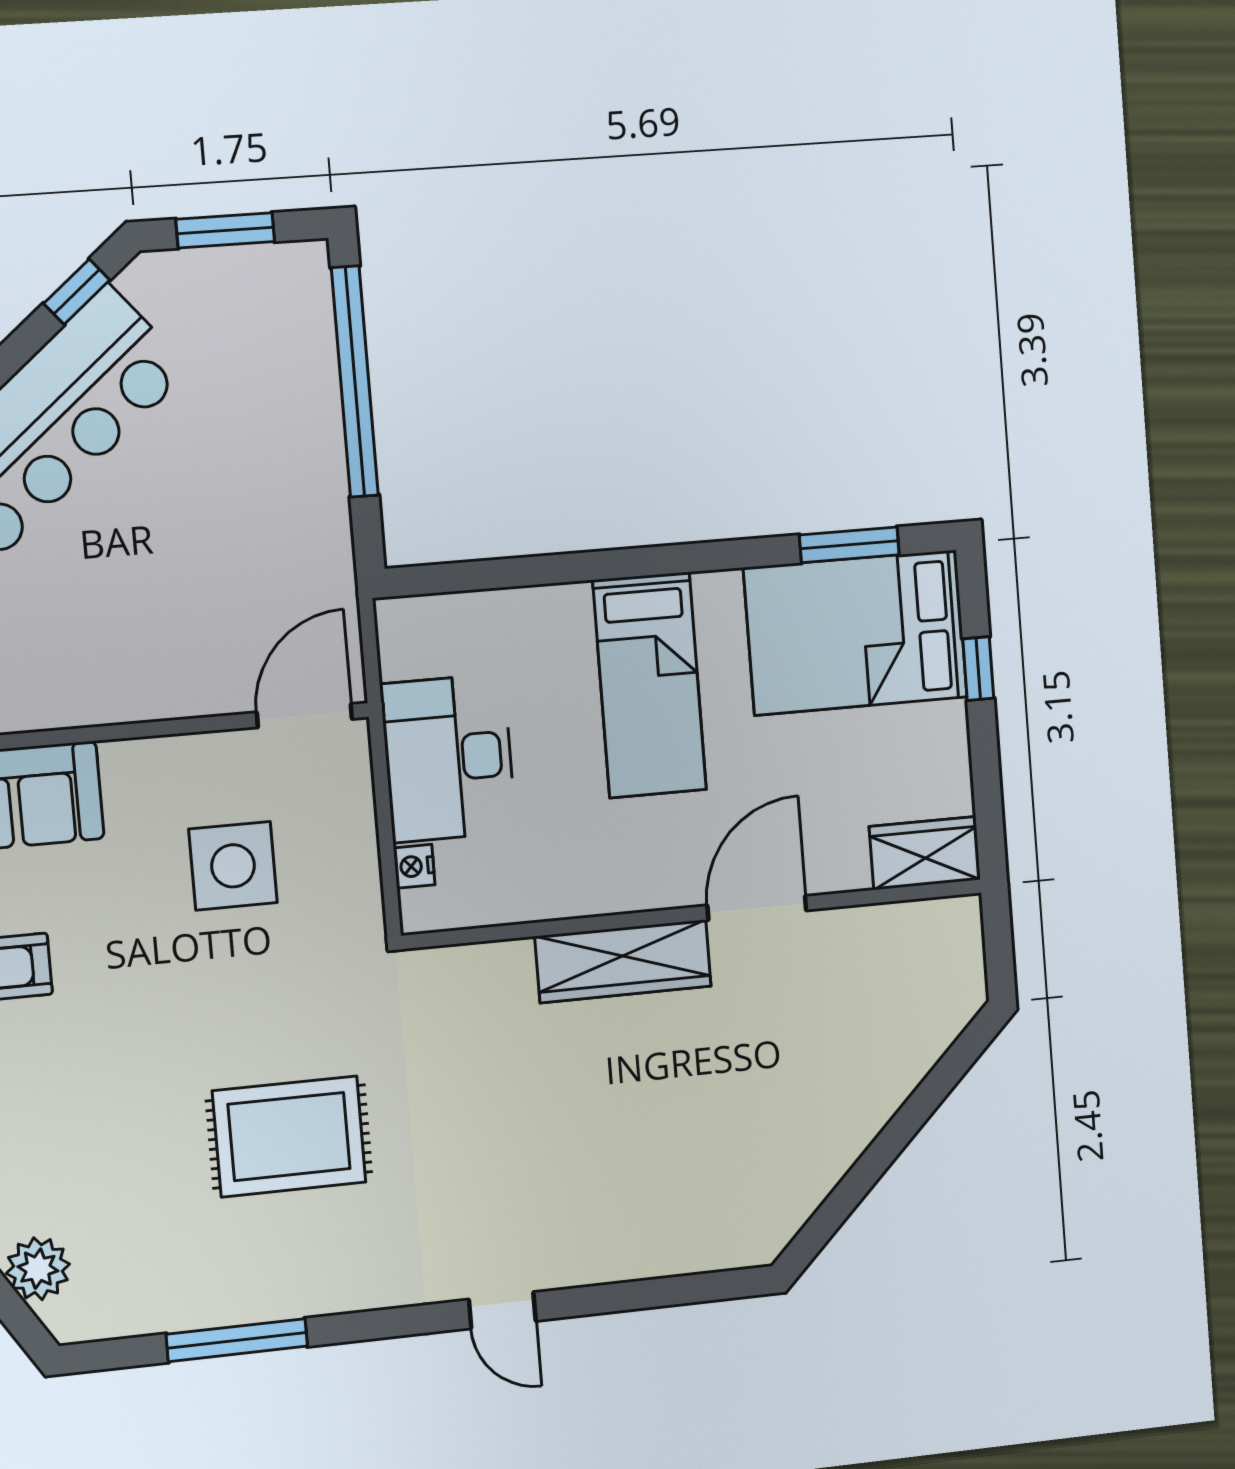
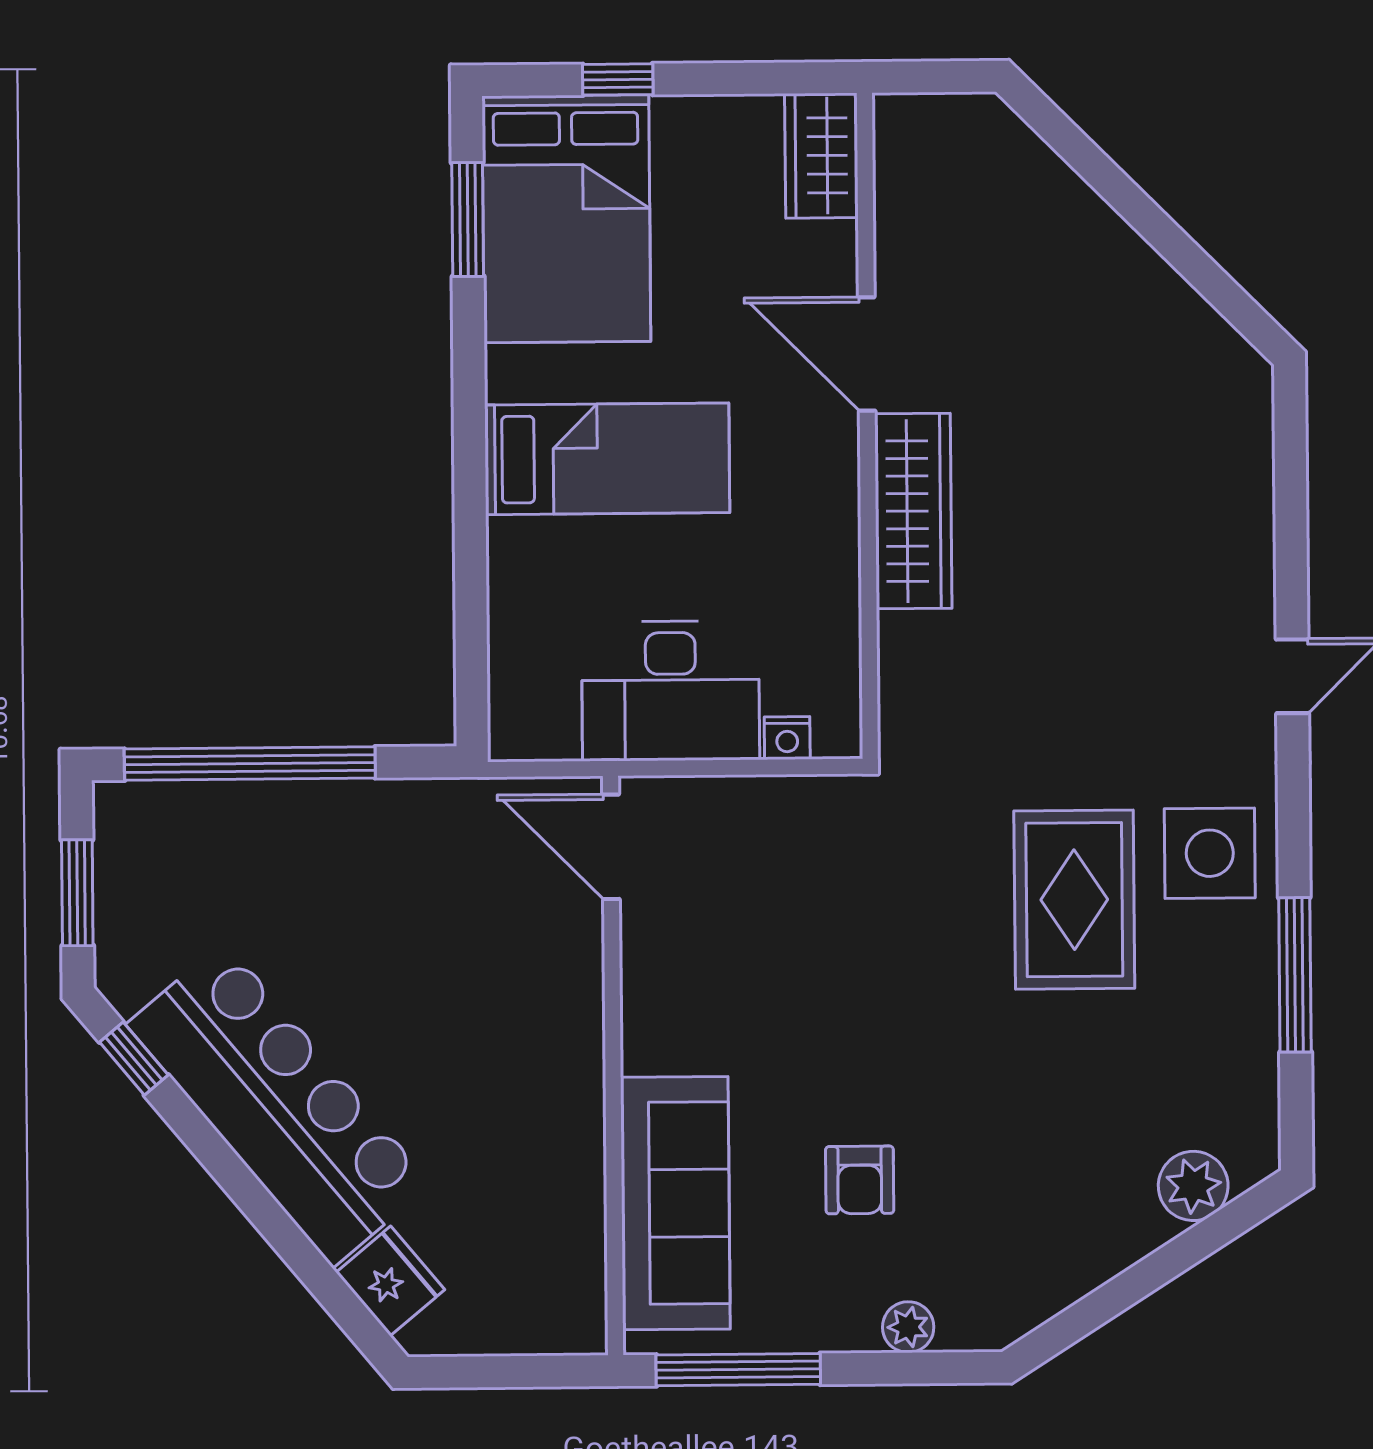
side table: (233, 866) -> (1210, 853), moved

